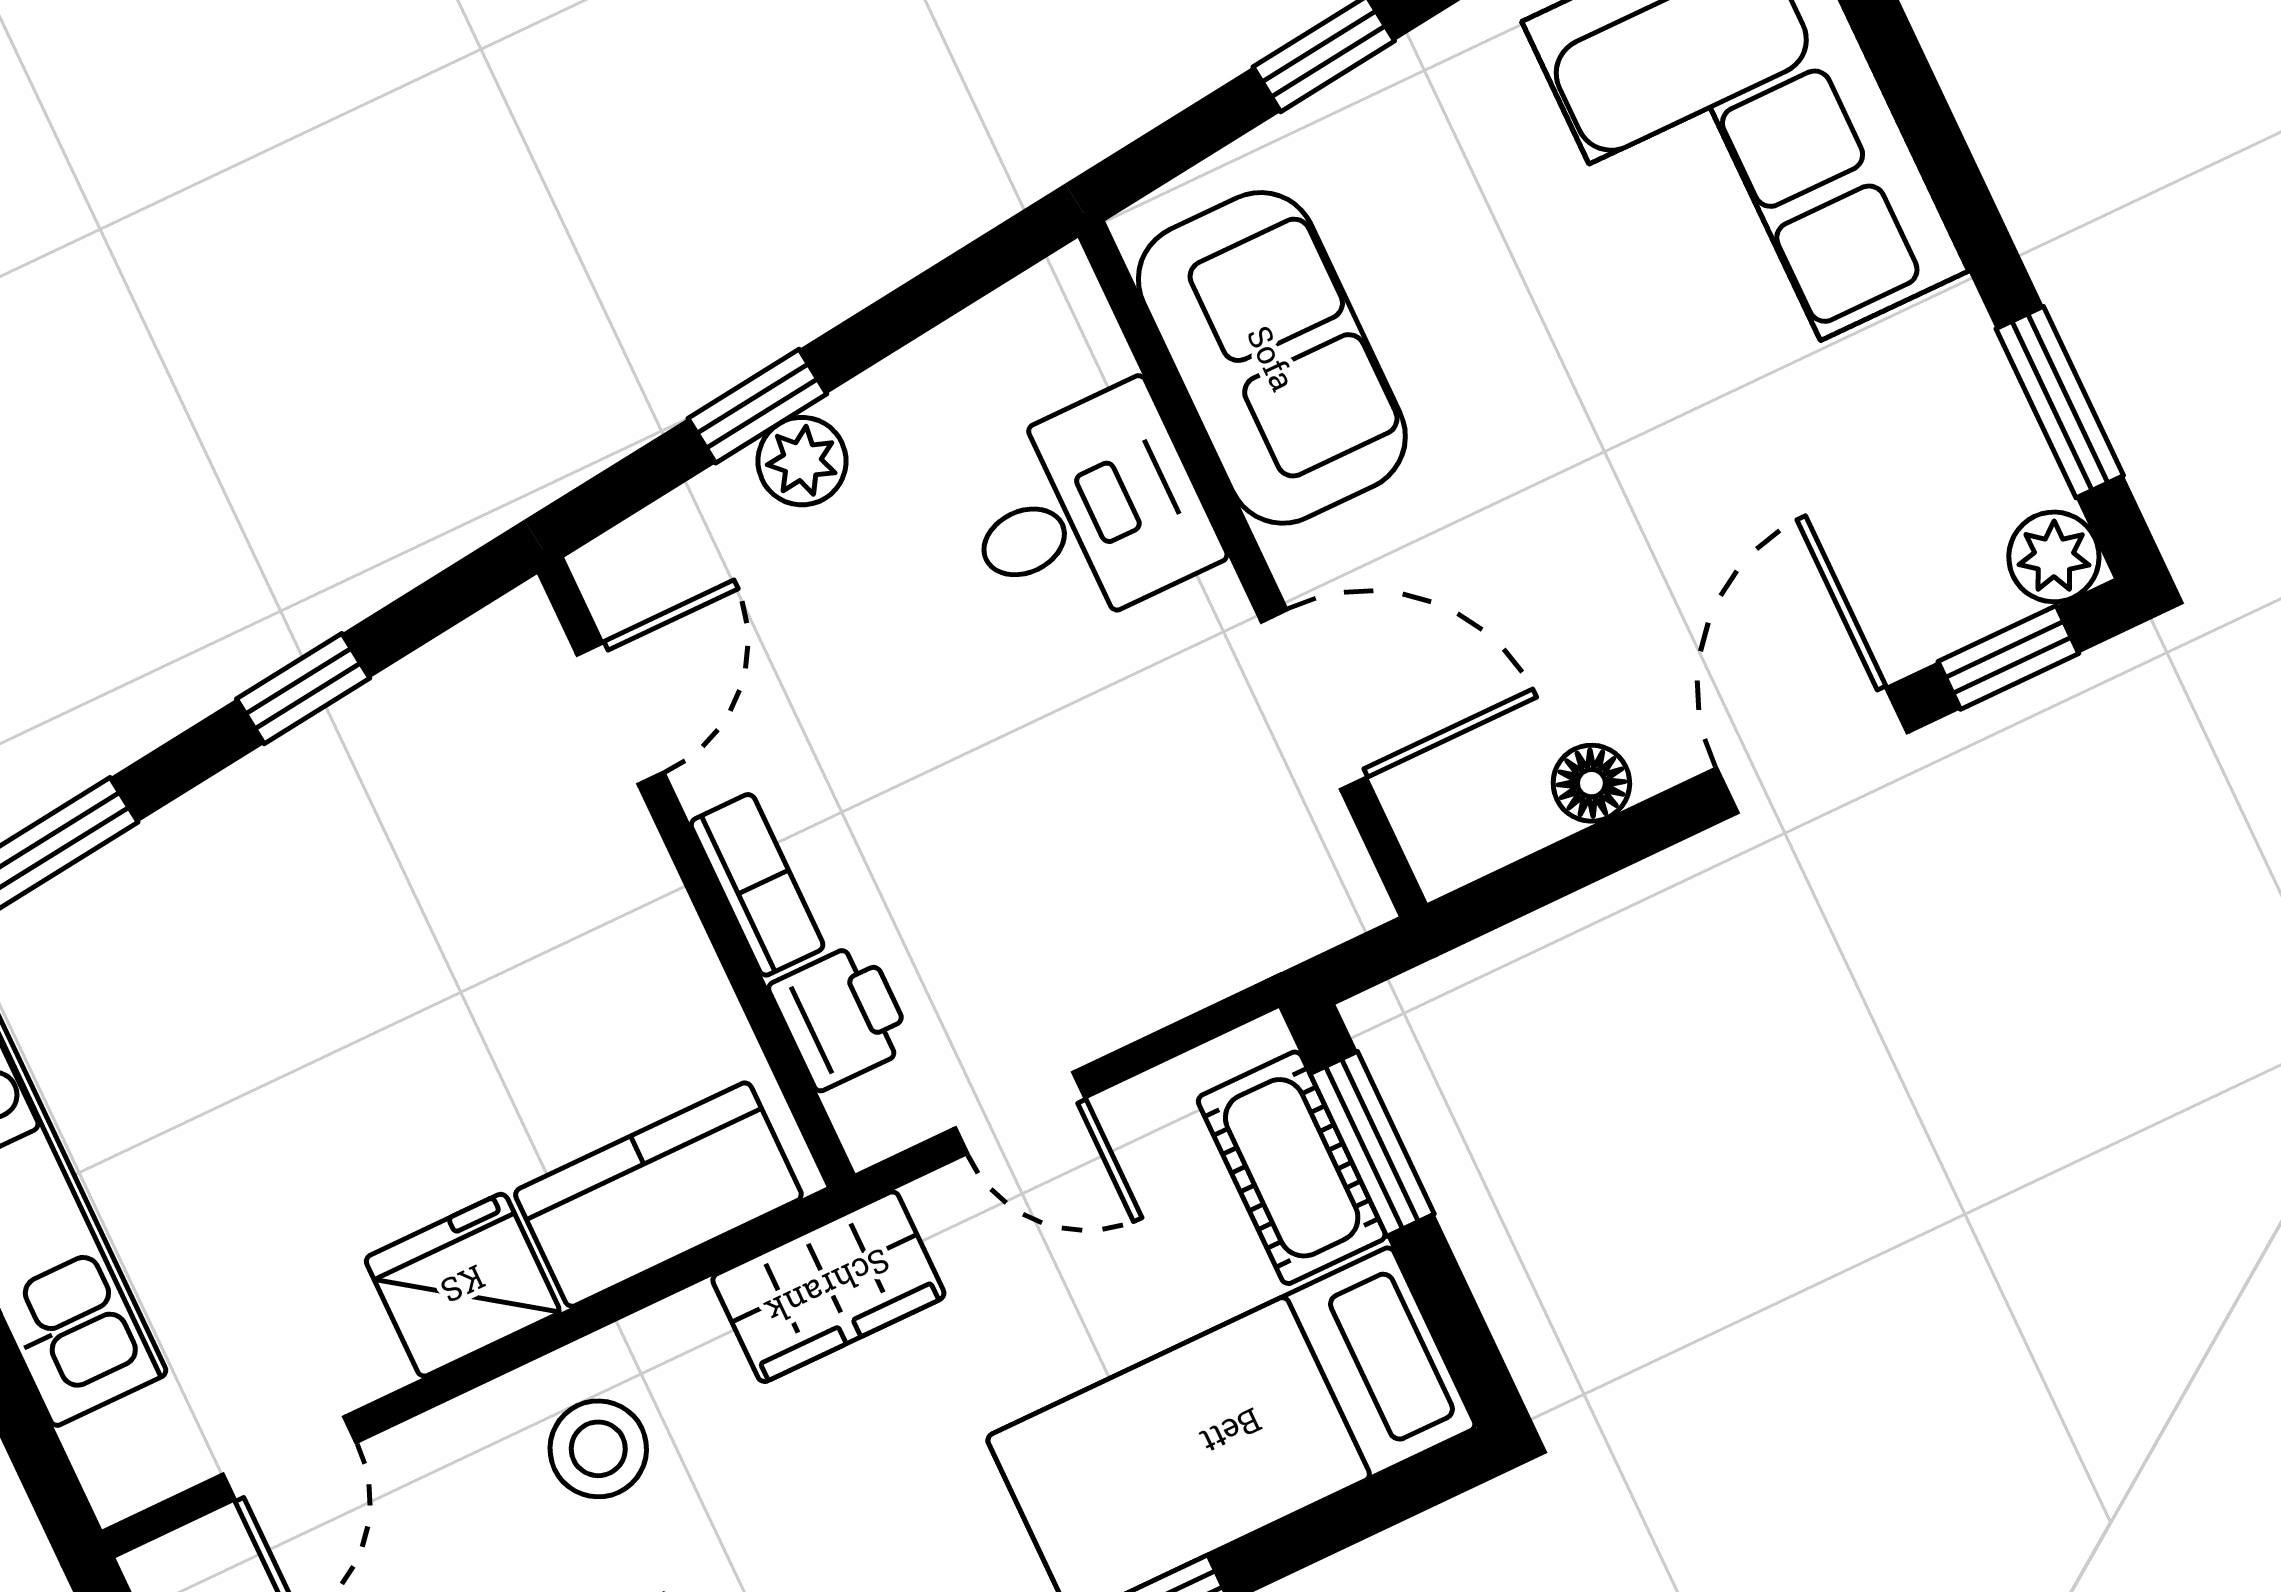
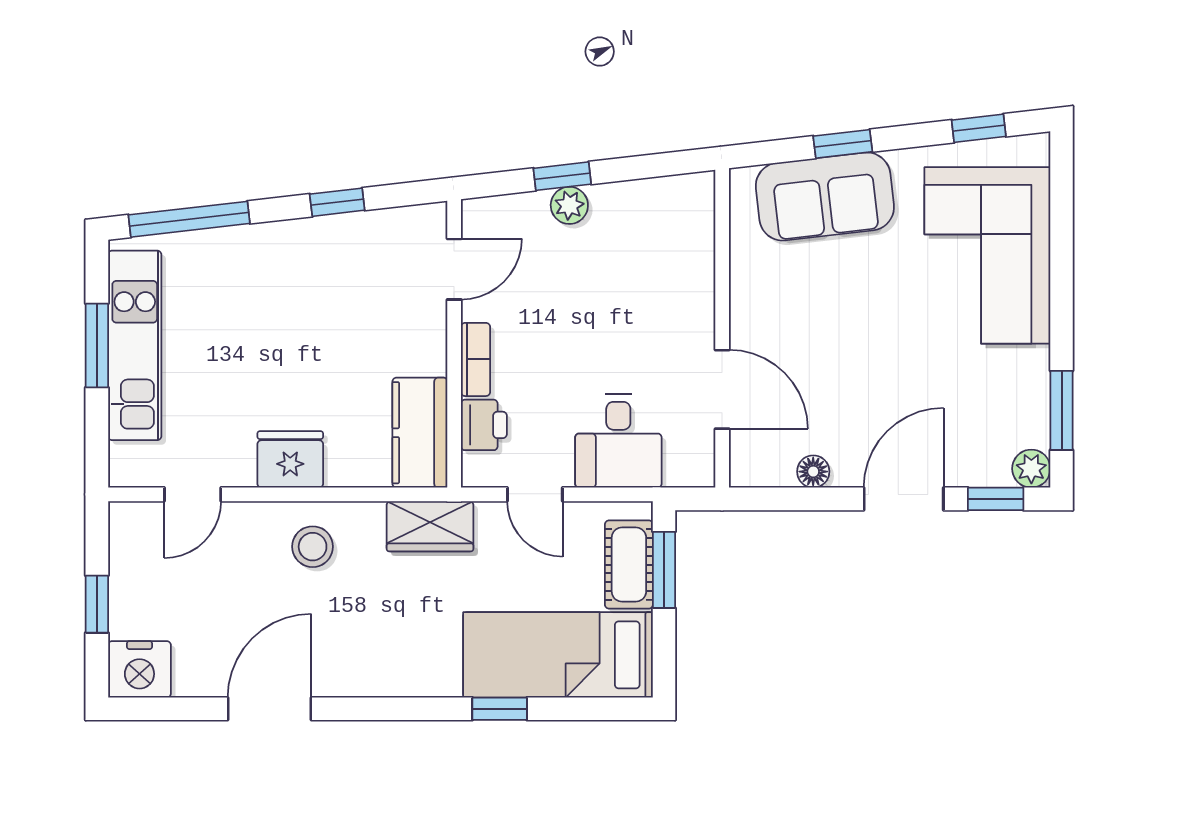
sofa: (1272, 358) -> (825, 197), moved, turned 83
desk: (1086, 513) -> (618, 441), moved, turned 90
kitchen counter: (658, 1195) -> (420, 433), moved, turned -90

